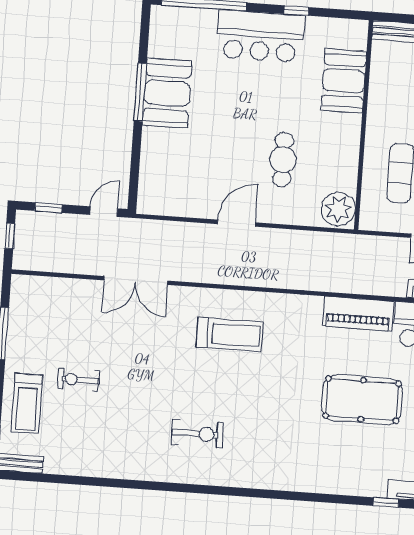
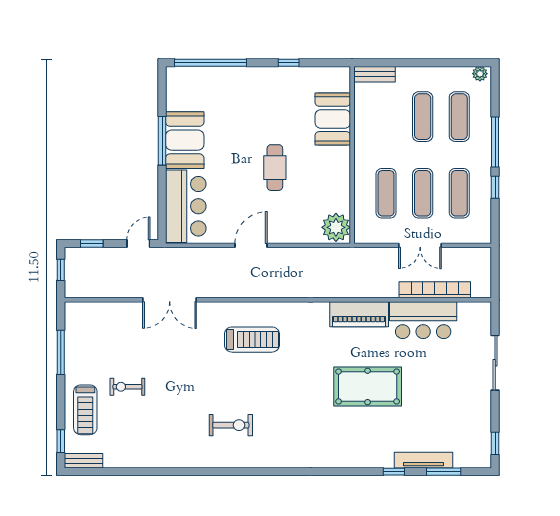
bar counter: (260, 36) -> (186, 206), moved, turned -90
cafe table: (283, 160) -> (275, 168), moved

